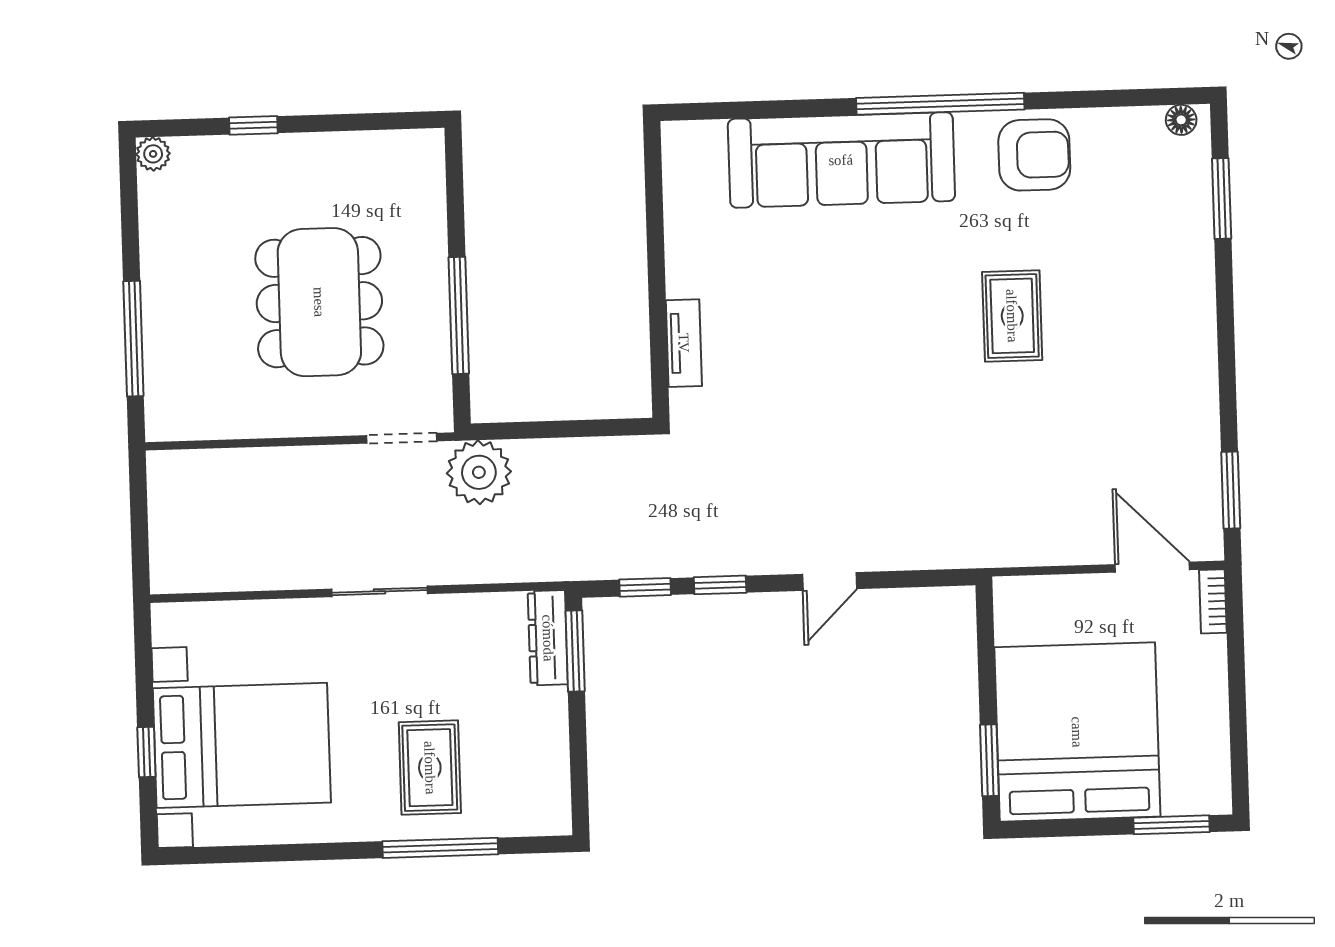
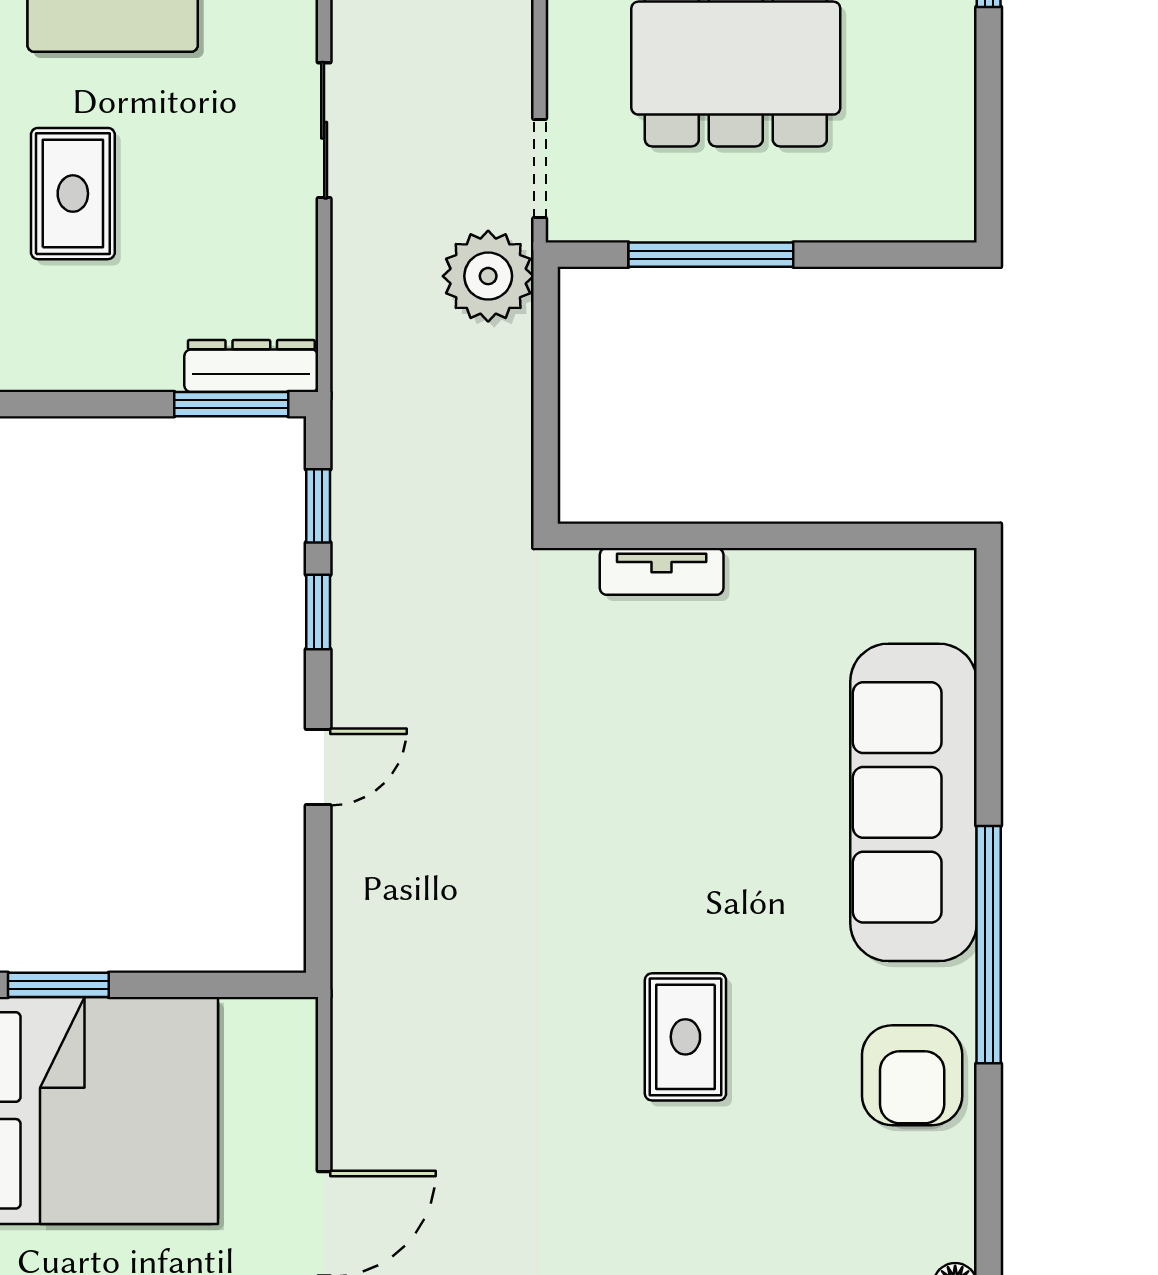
rug: (1012, 316) -> (685, 1037), turned 90
door: (830, 582) -> (318, 767), swing flipped
rug: (430, 768) -> (73, 194), turned 90

